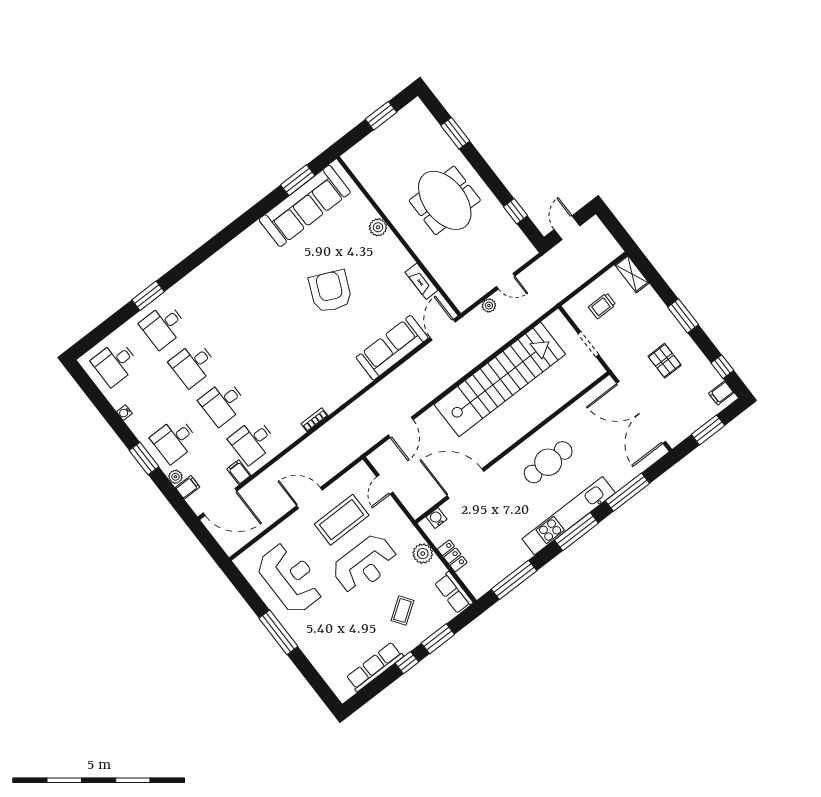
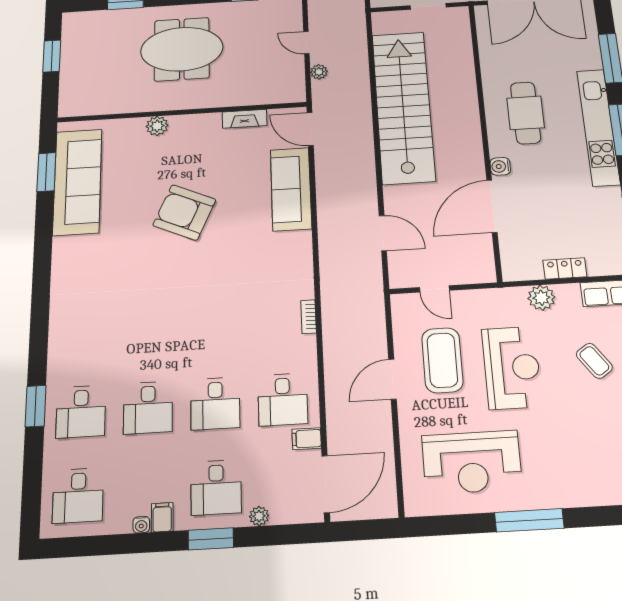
door: (506, 281) -> (306, 43), swing flipped
filing cabinet: (188, 487) -> (162, 517), moved
water cooler: (436, 518) -> (500, 166), moved
reception desk: (290, 578) -> (472, 462), turned 180

